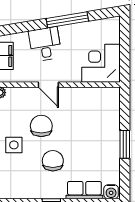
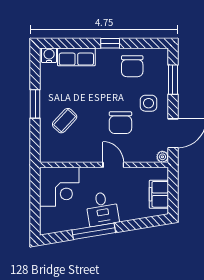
desk: (45, 44) -> (102, 209), moved
coffee table: (96, 128) -> (65, 121), added
chair: (53, 161) -> (132, 66), moved

